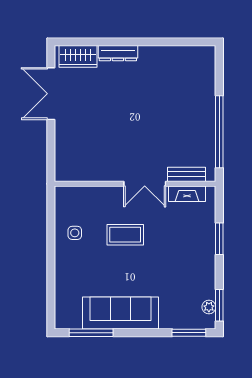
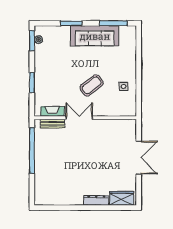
double door: (51, 94) -> (139, 158), moved
coffee table: (125, 235) -> (92, 85), turned -37
window: (189, 333) -> (71, 23), moved

